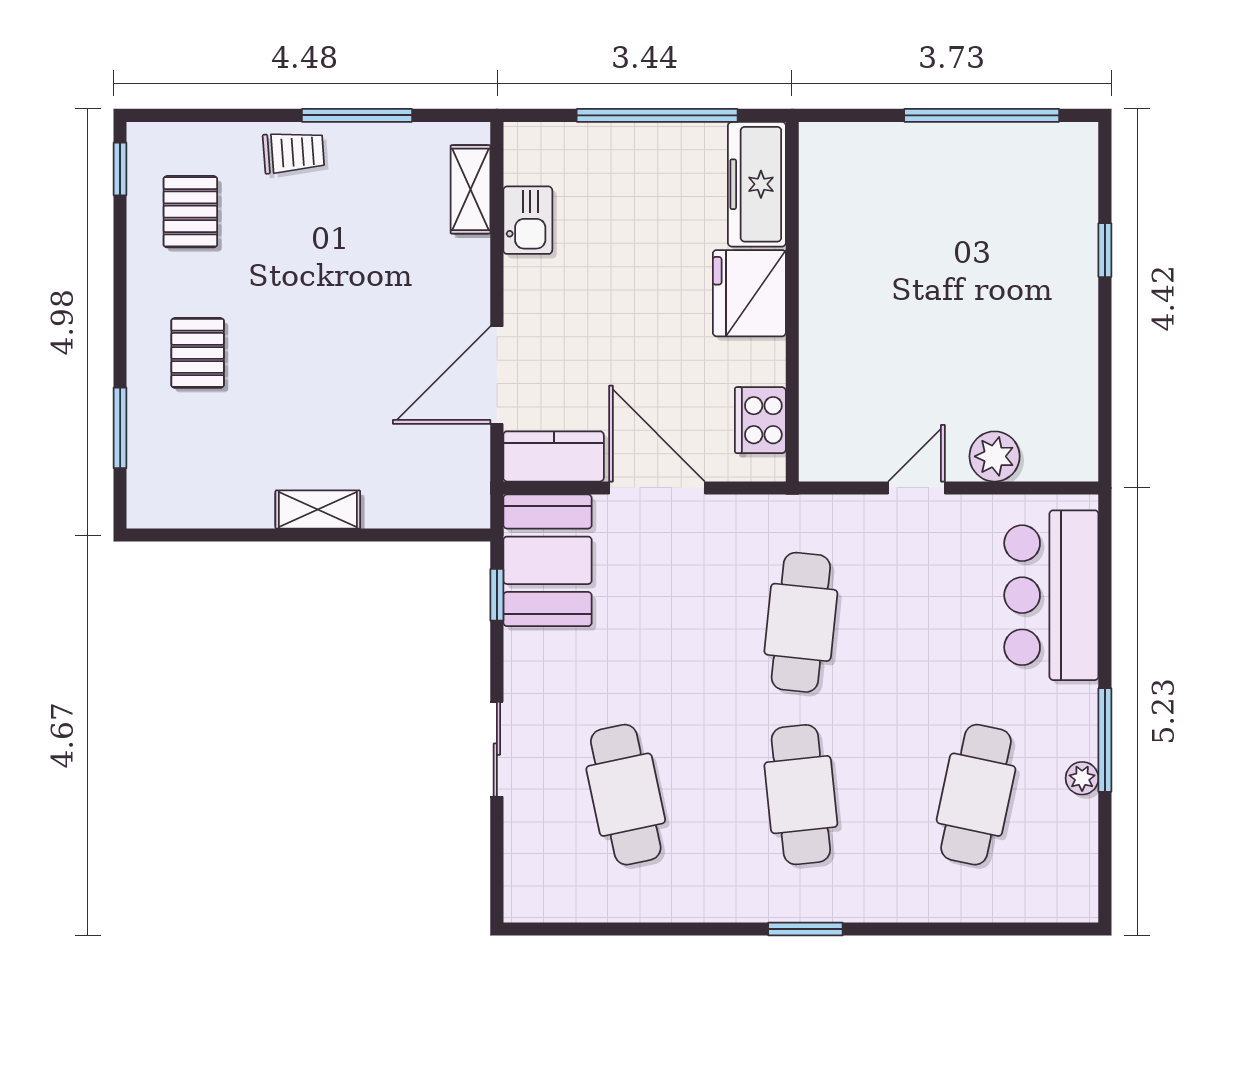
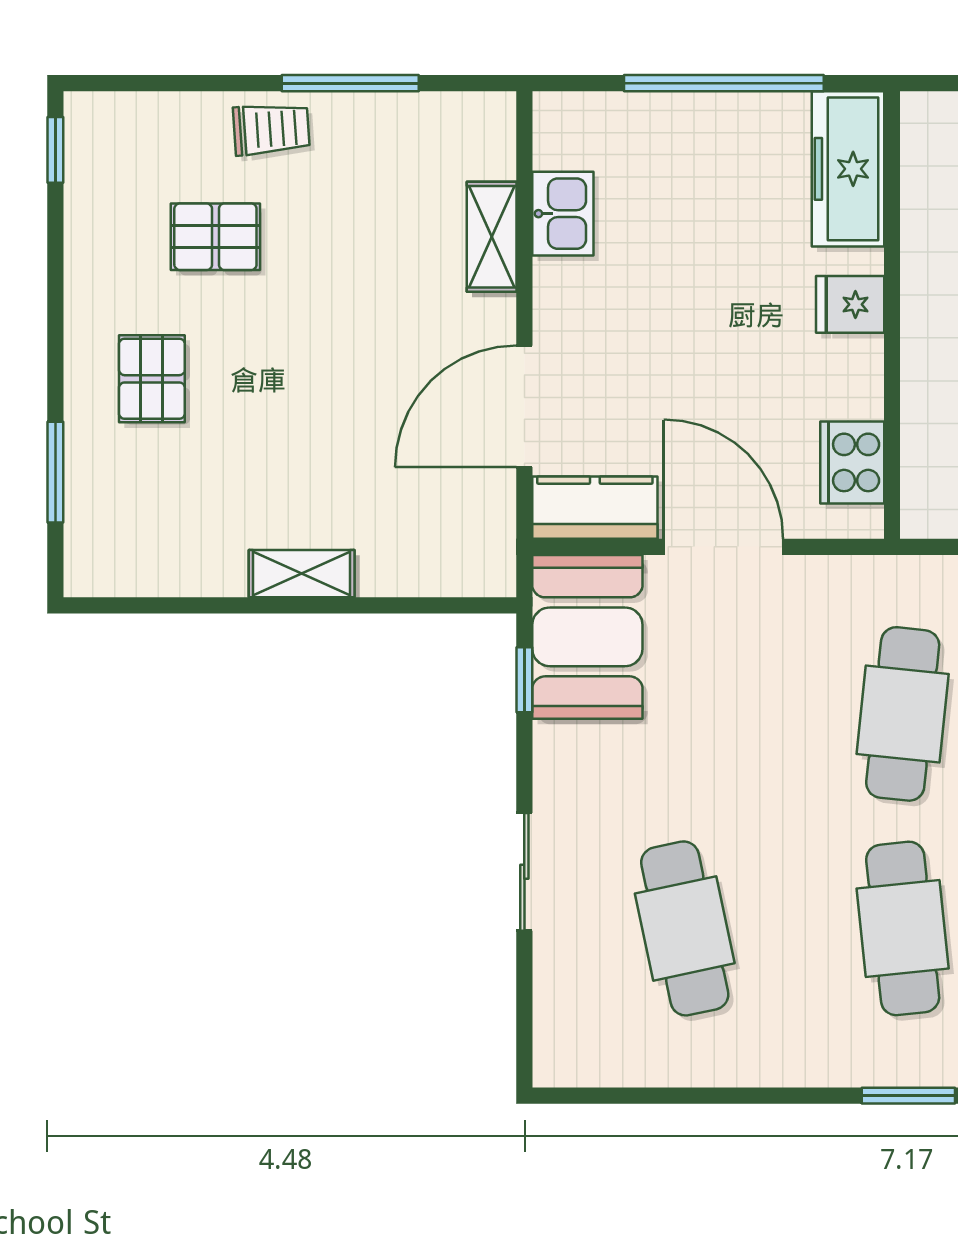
shelving: (471, 189) -> (492, 237), moved
pallet: (190, 212) -> (215, 237), moved, turned 90
fridge: (749, 293) -> (850, 304), width x0.53, depth x0.75

